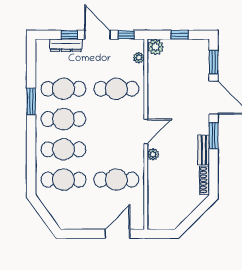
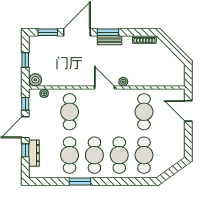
bench: (204, 150) -> (109, 40), moved

